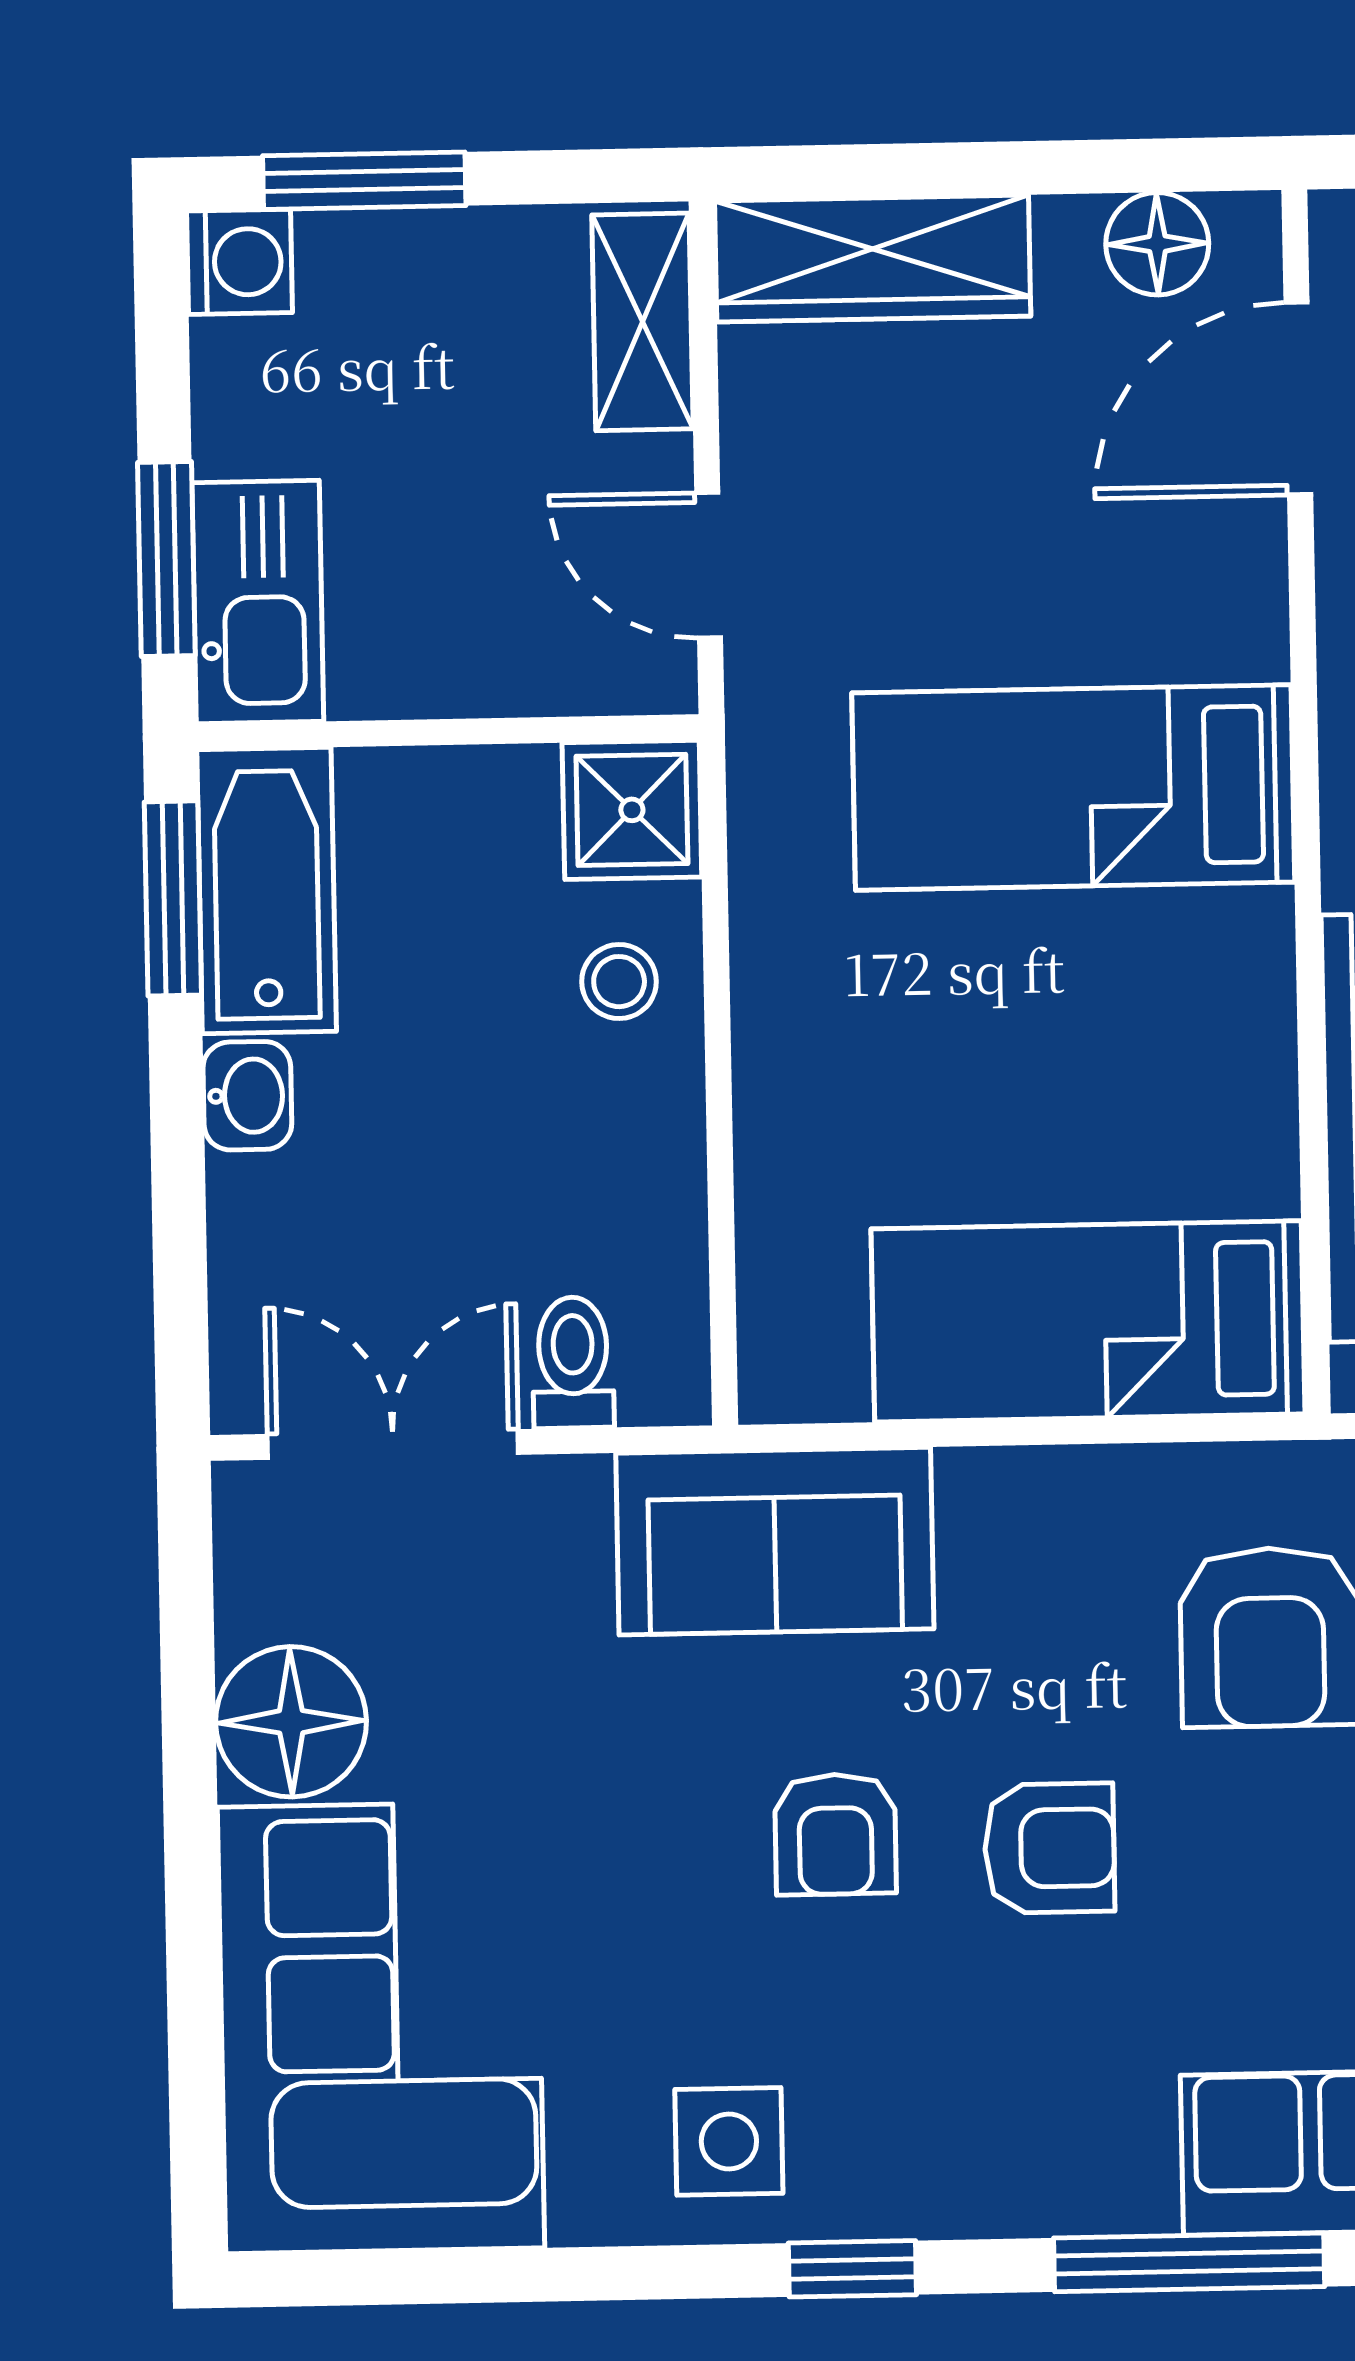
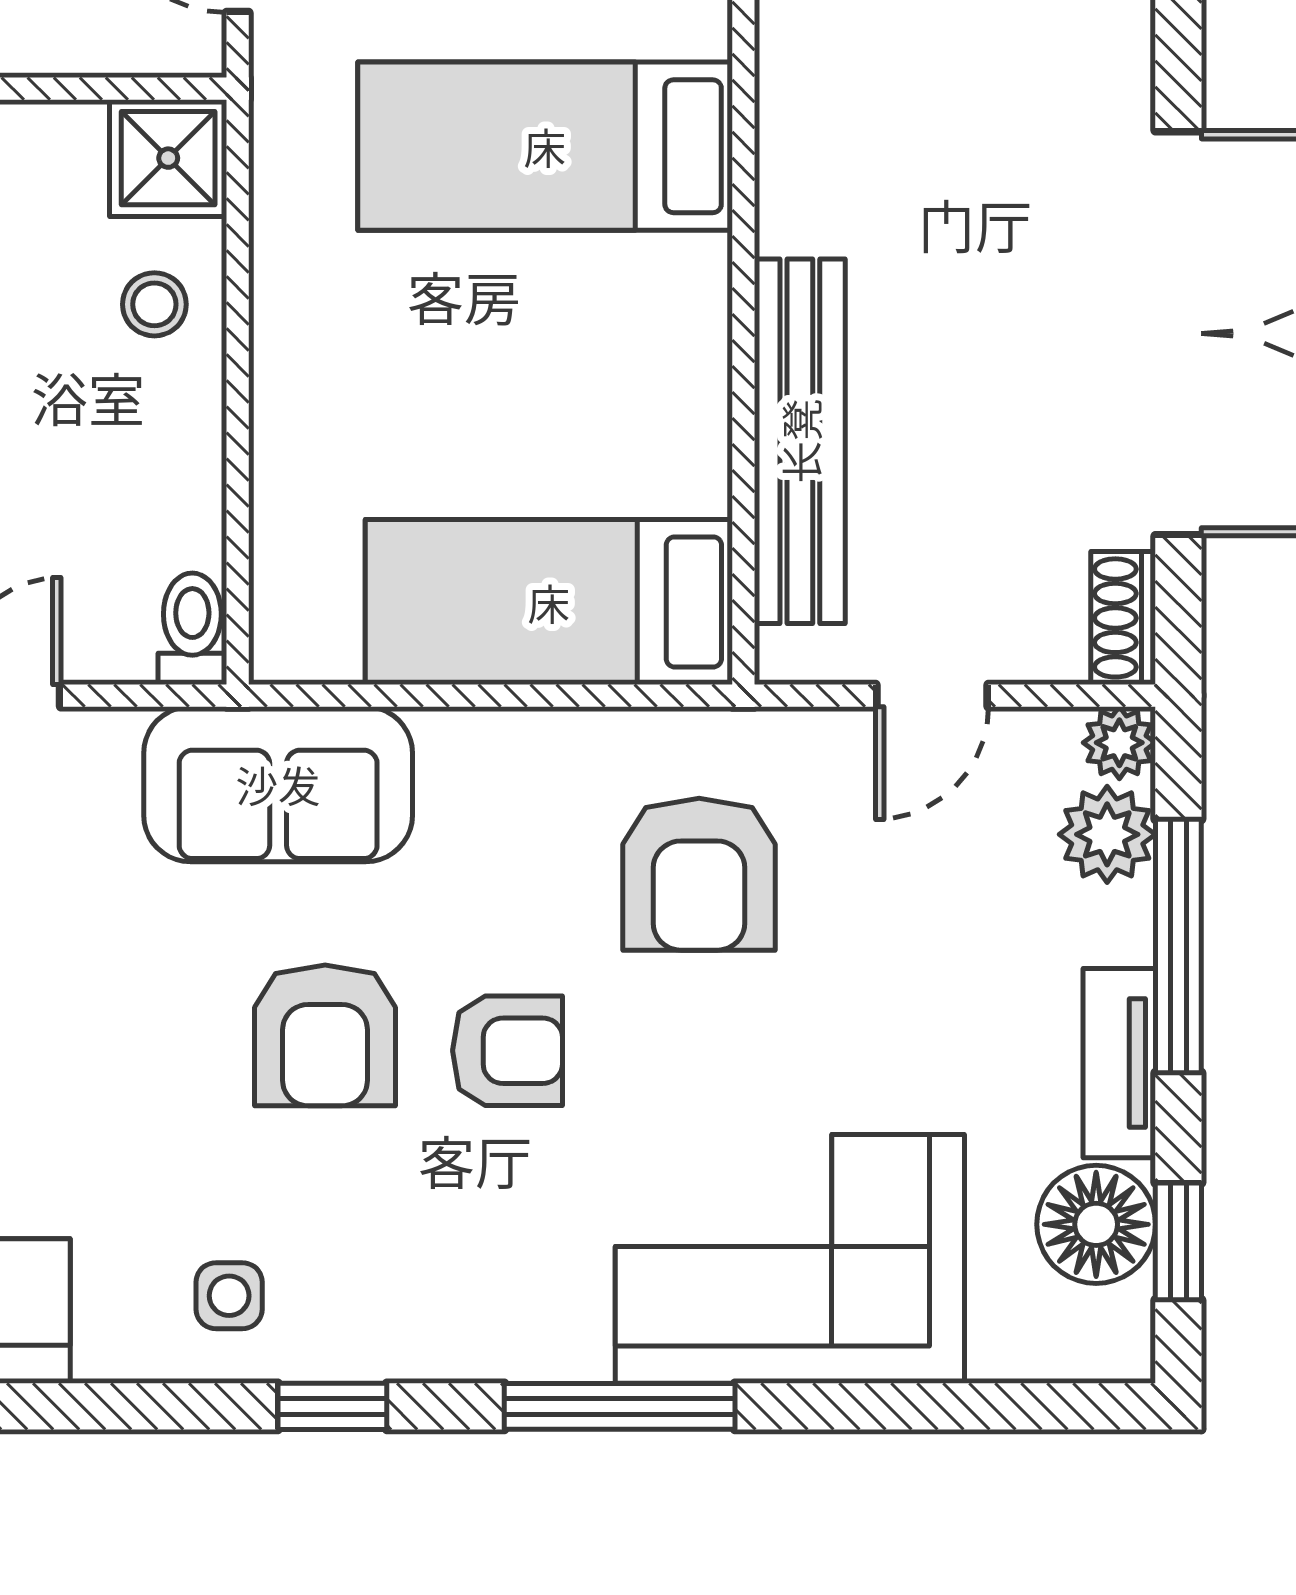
toilet: (573, 1363) -> (192, 629), moved
armchair: (835, 1834) -> (325, 1035), width x1.38, depth x1.38
side table: (729, 2141) -> (229, 1296), width x0.73, depth x0.73

